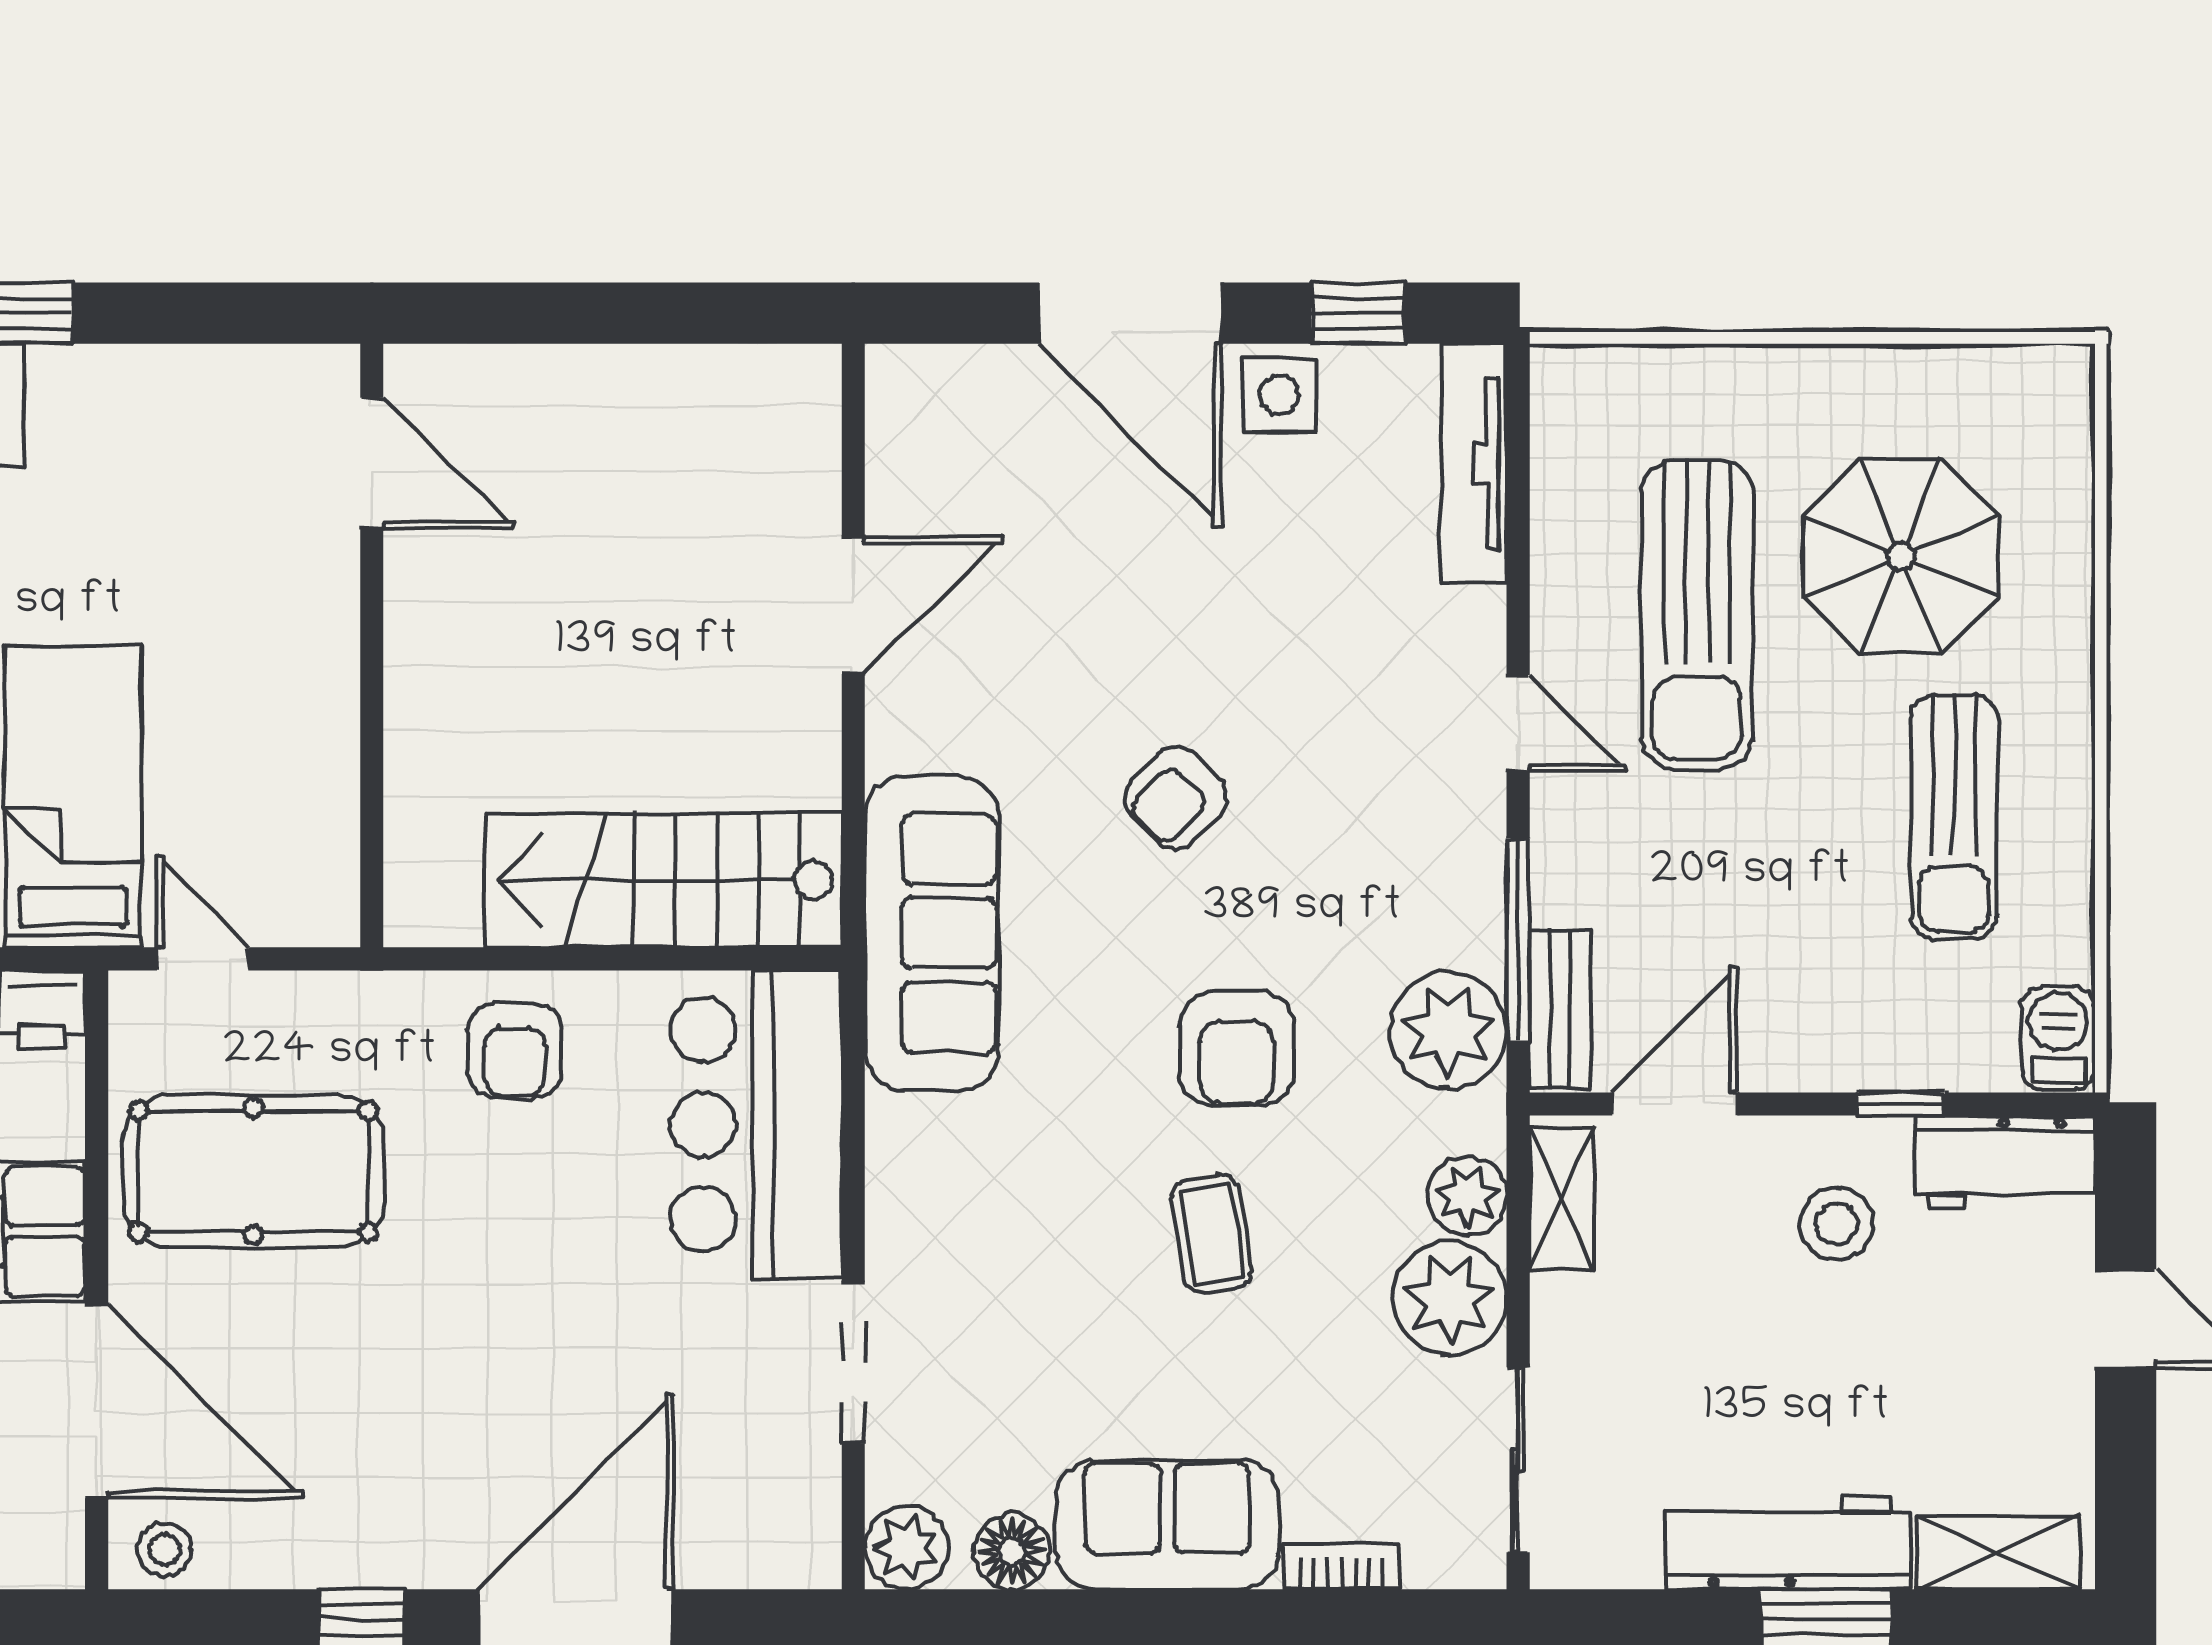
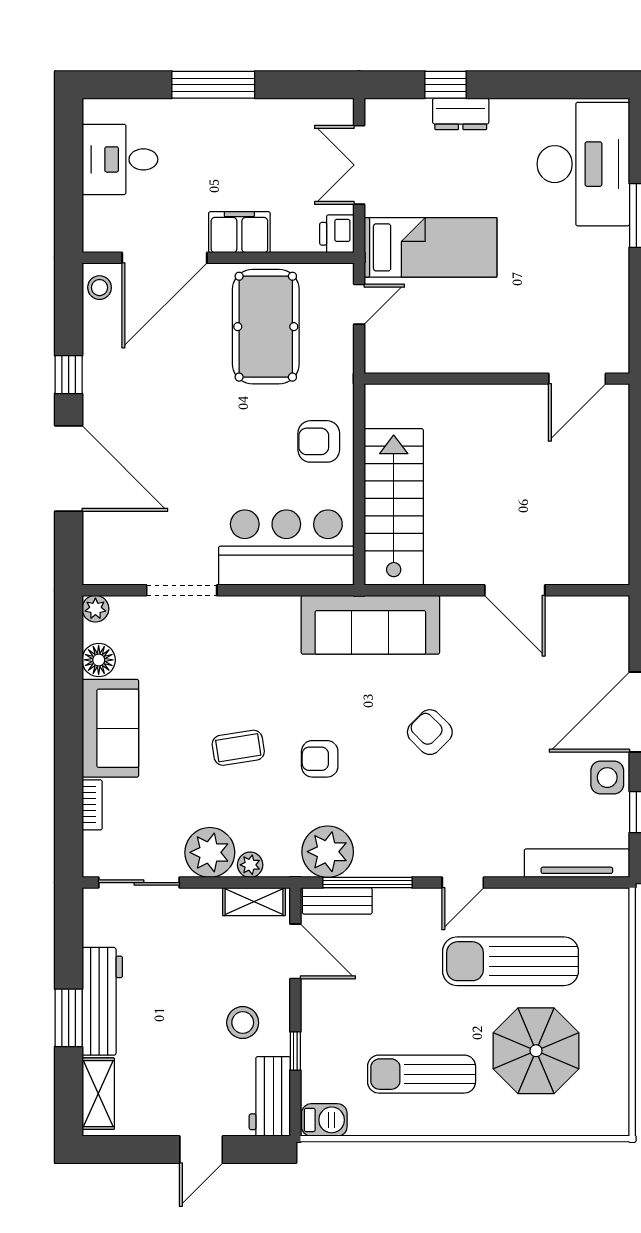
armchair: (1237, 1049) -> (320, 759), width x0.72, depth x0.72
plant: (1467, 1196) -> (250, 865), width x0.73, depth x0.73
plant: (906, 1548) -> (95, 609), width x0.73, depth x0.73

